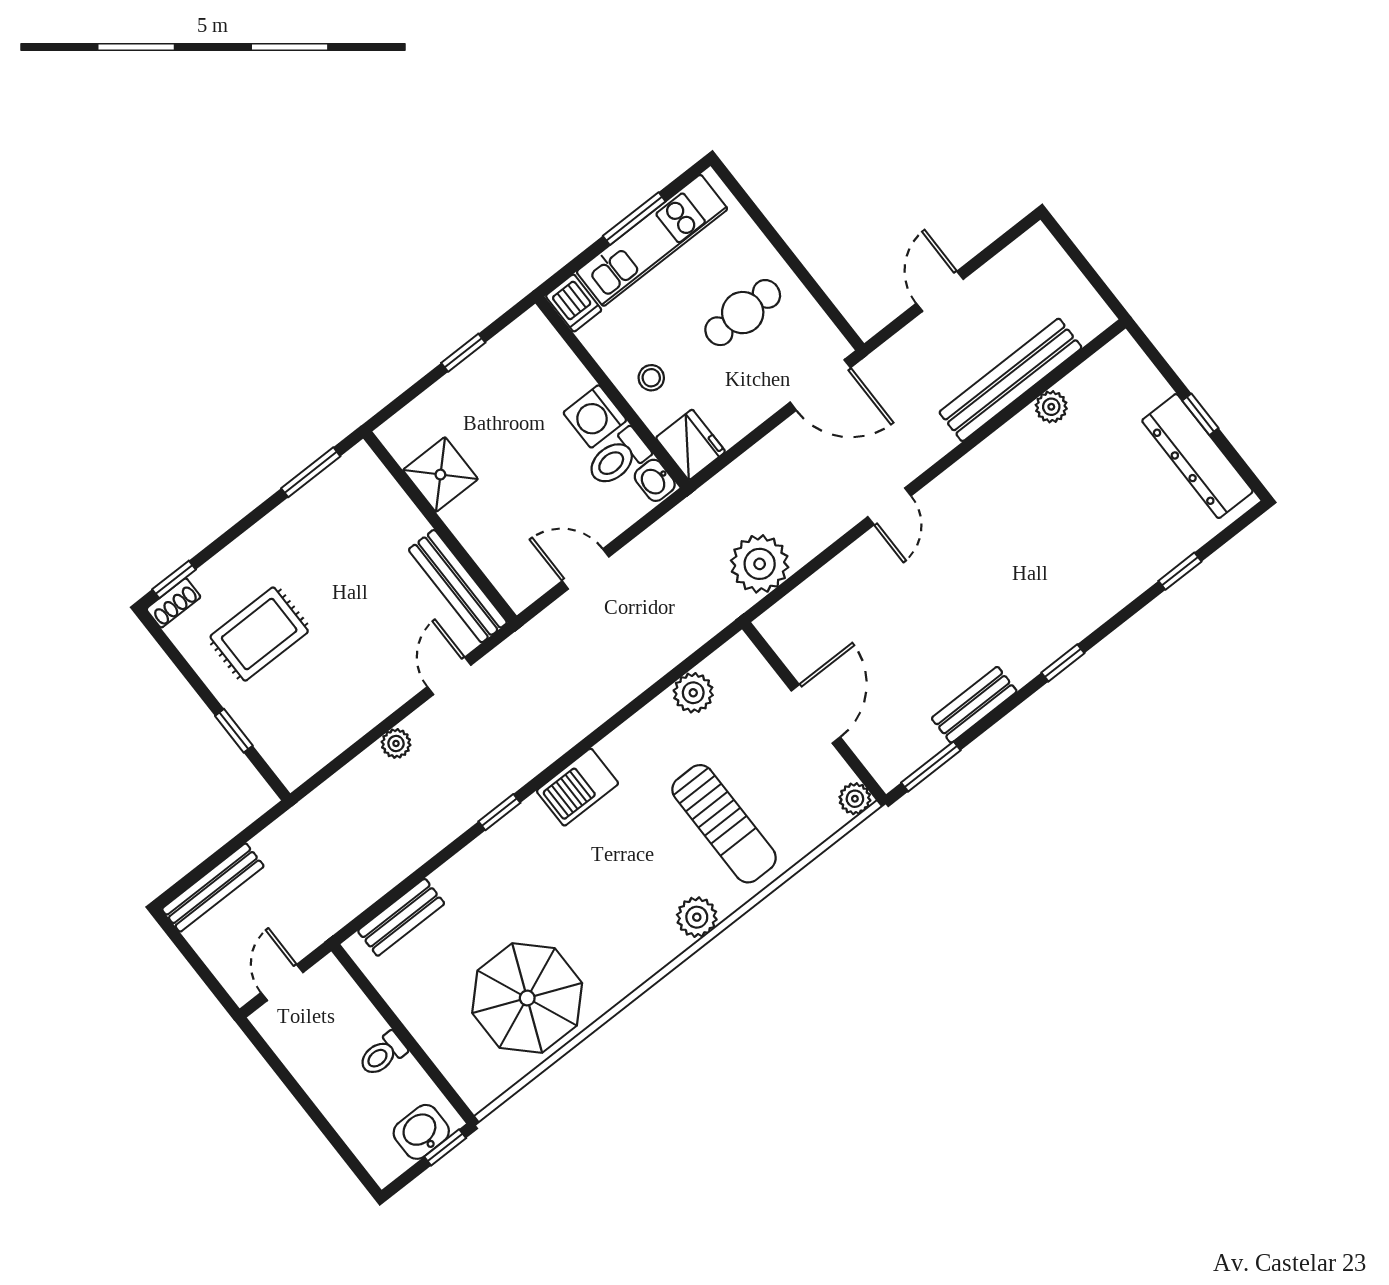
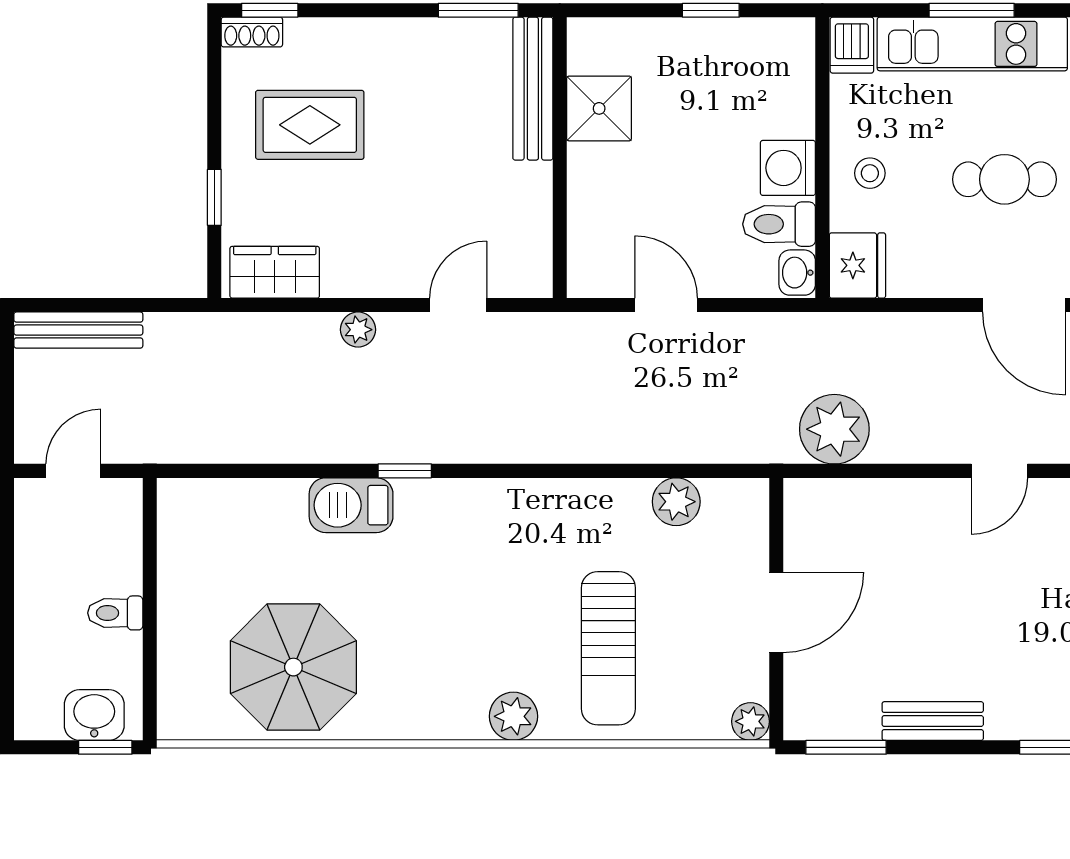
bench: (458, 586) -> (533, 89), moved
wardrobe: (312, 749) -> (275, 272), added
barbecue: (577, 787) -> (351, 505), moved
bench: (401, 917) -> (234, 497), removed

